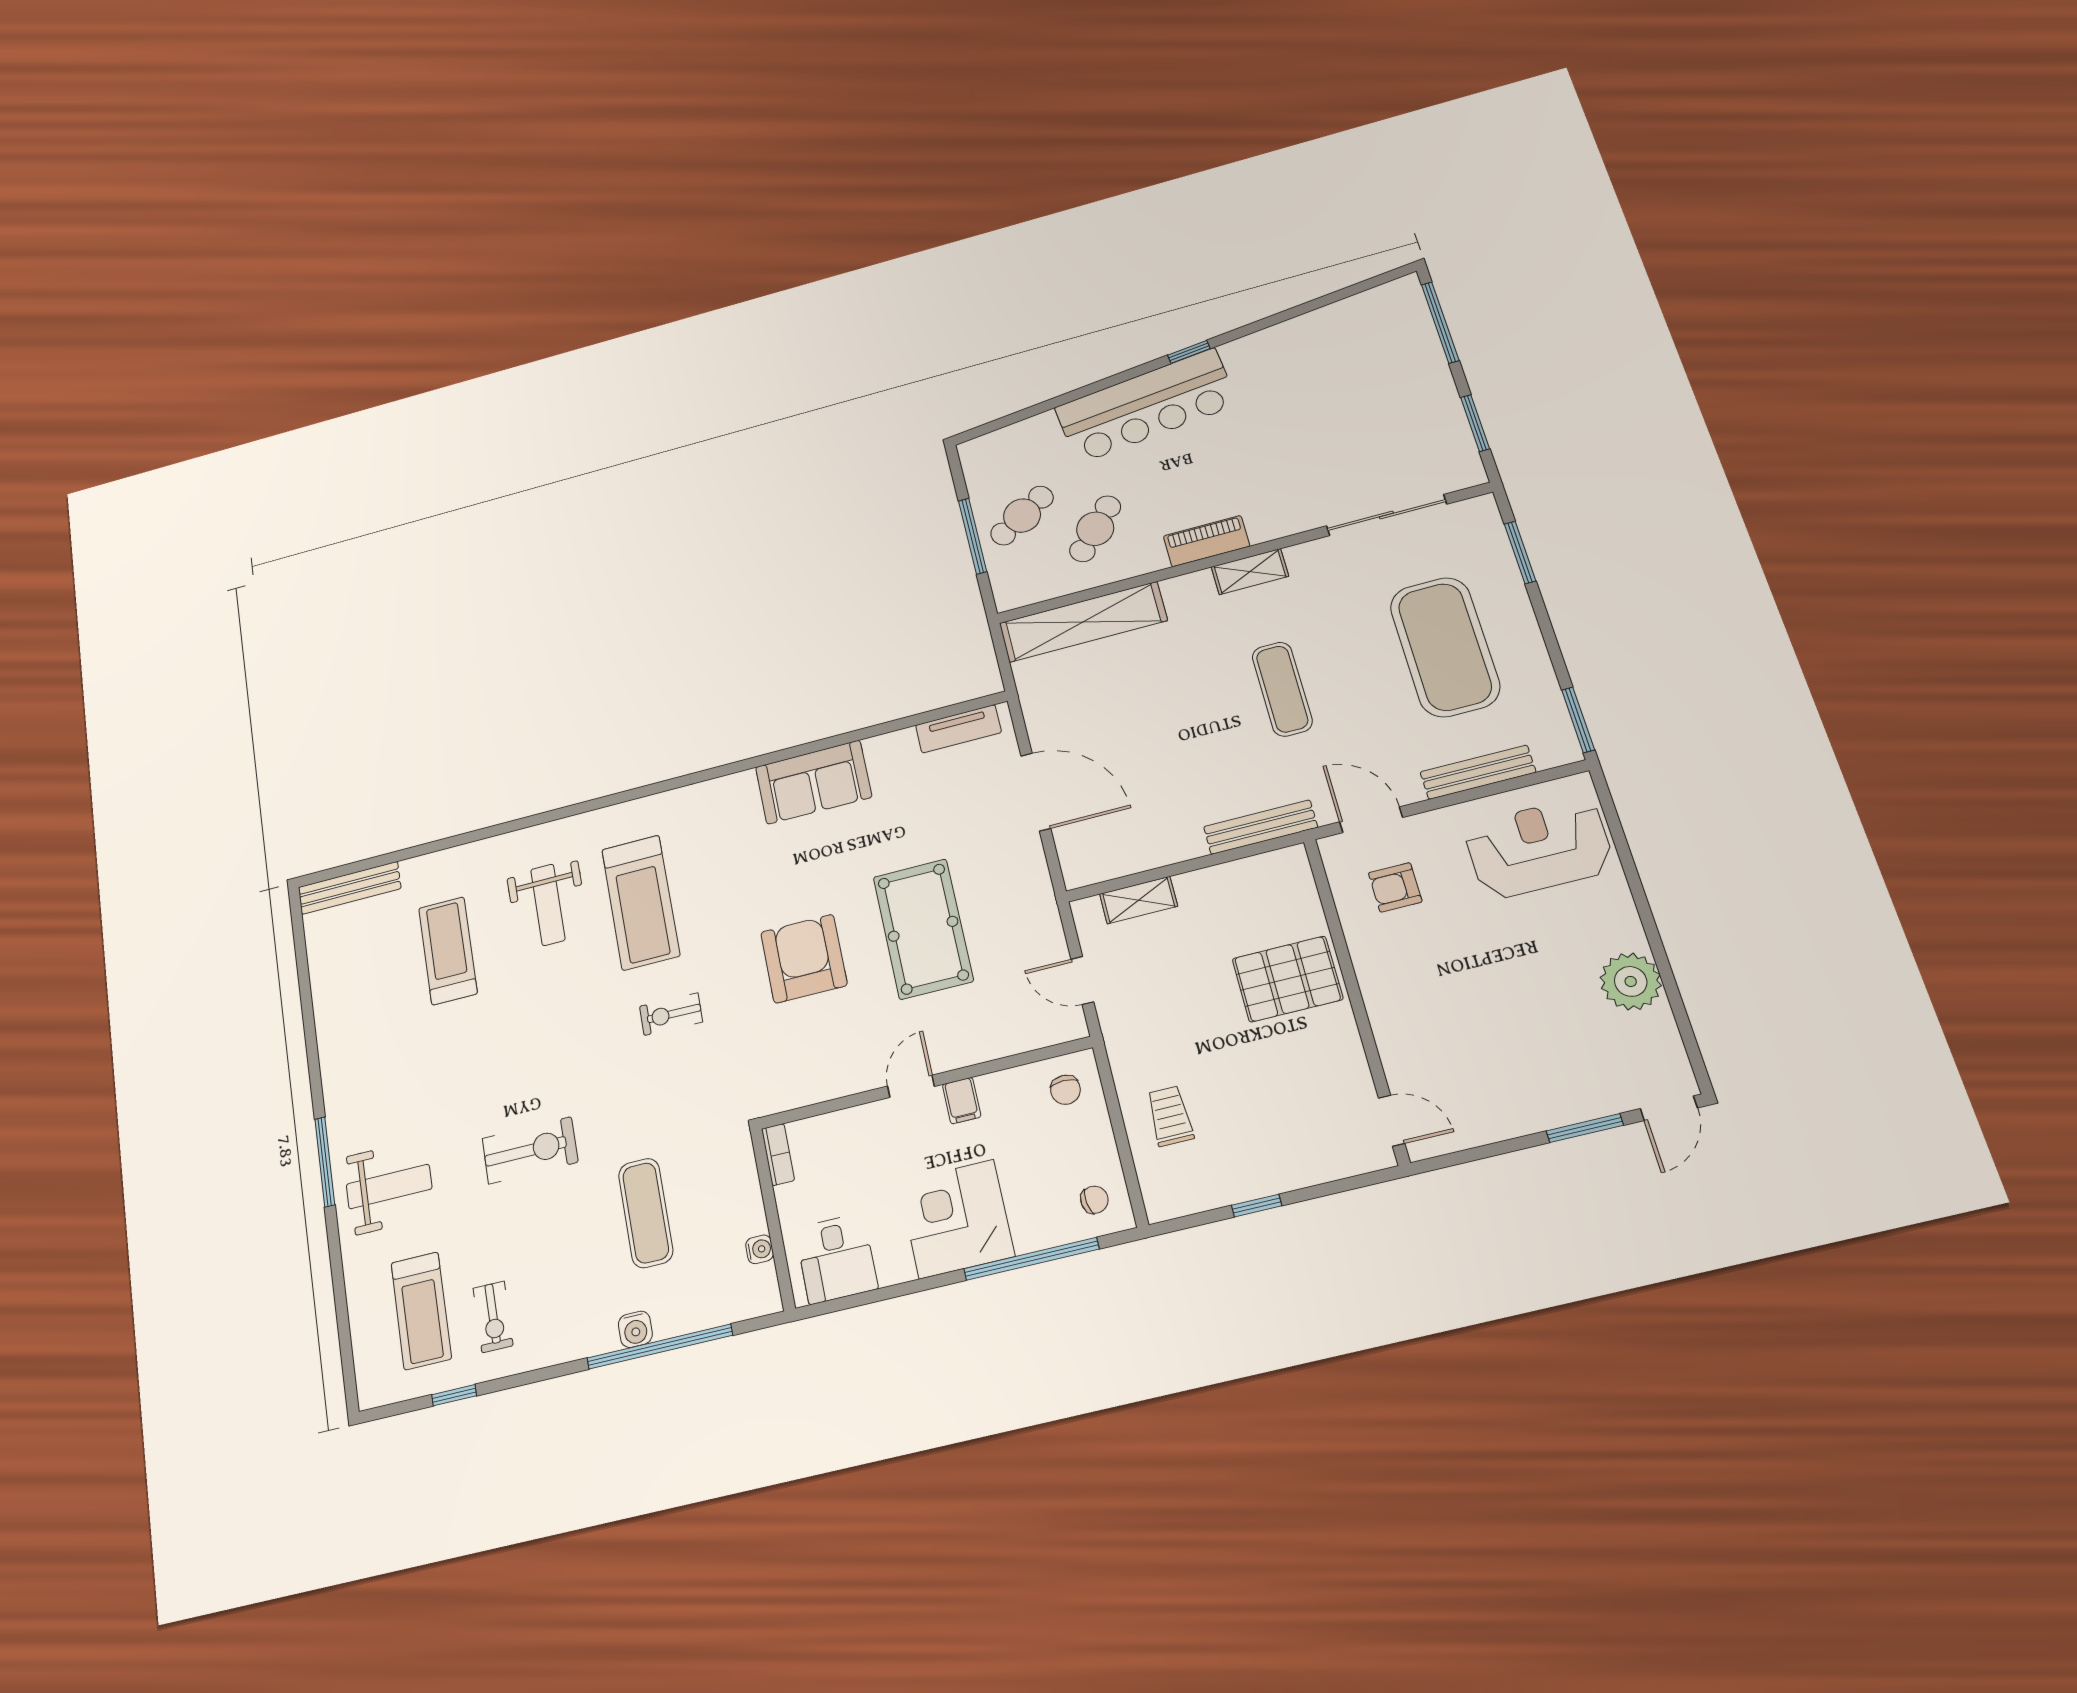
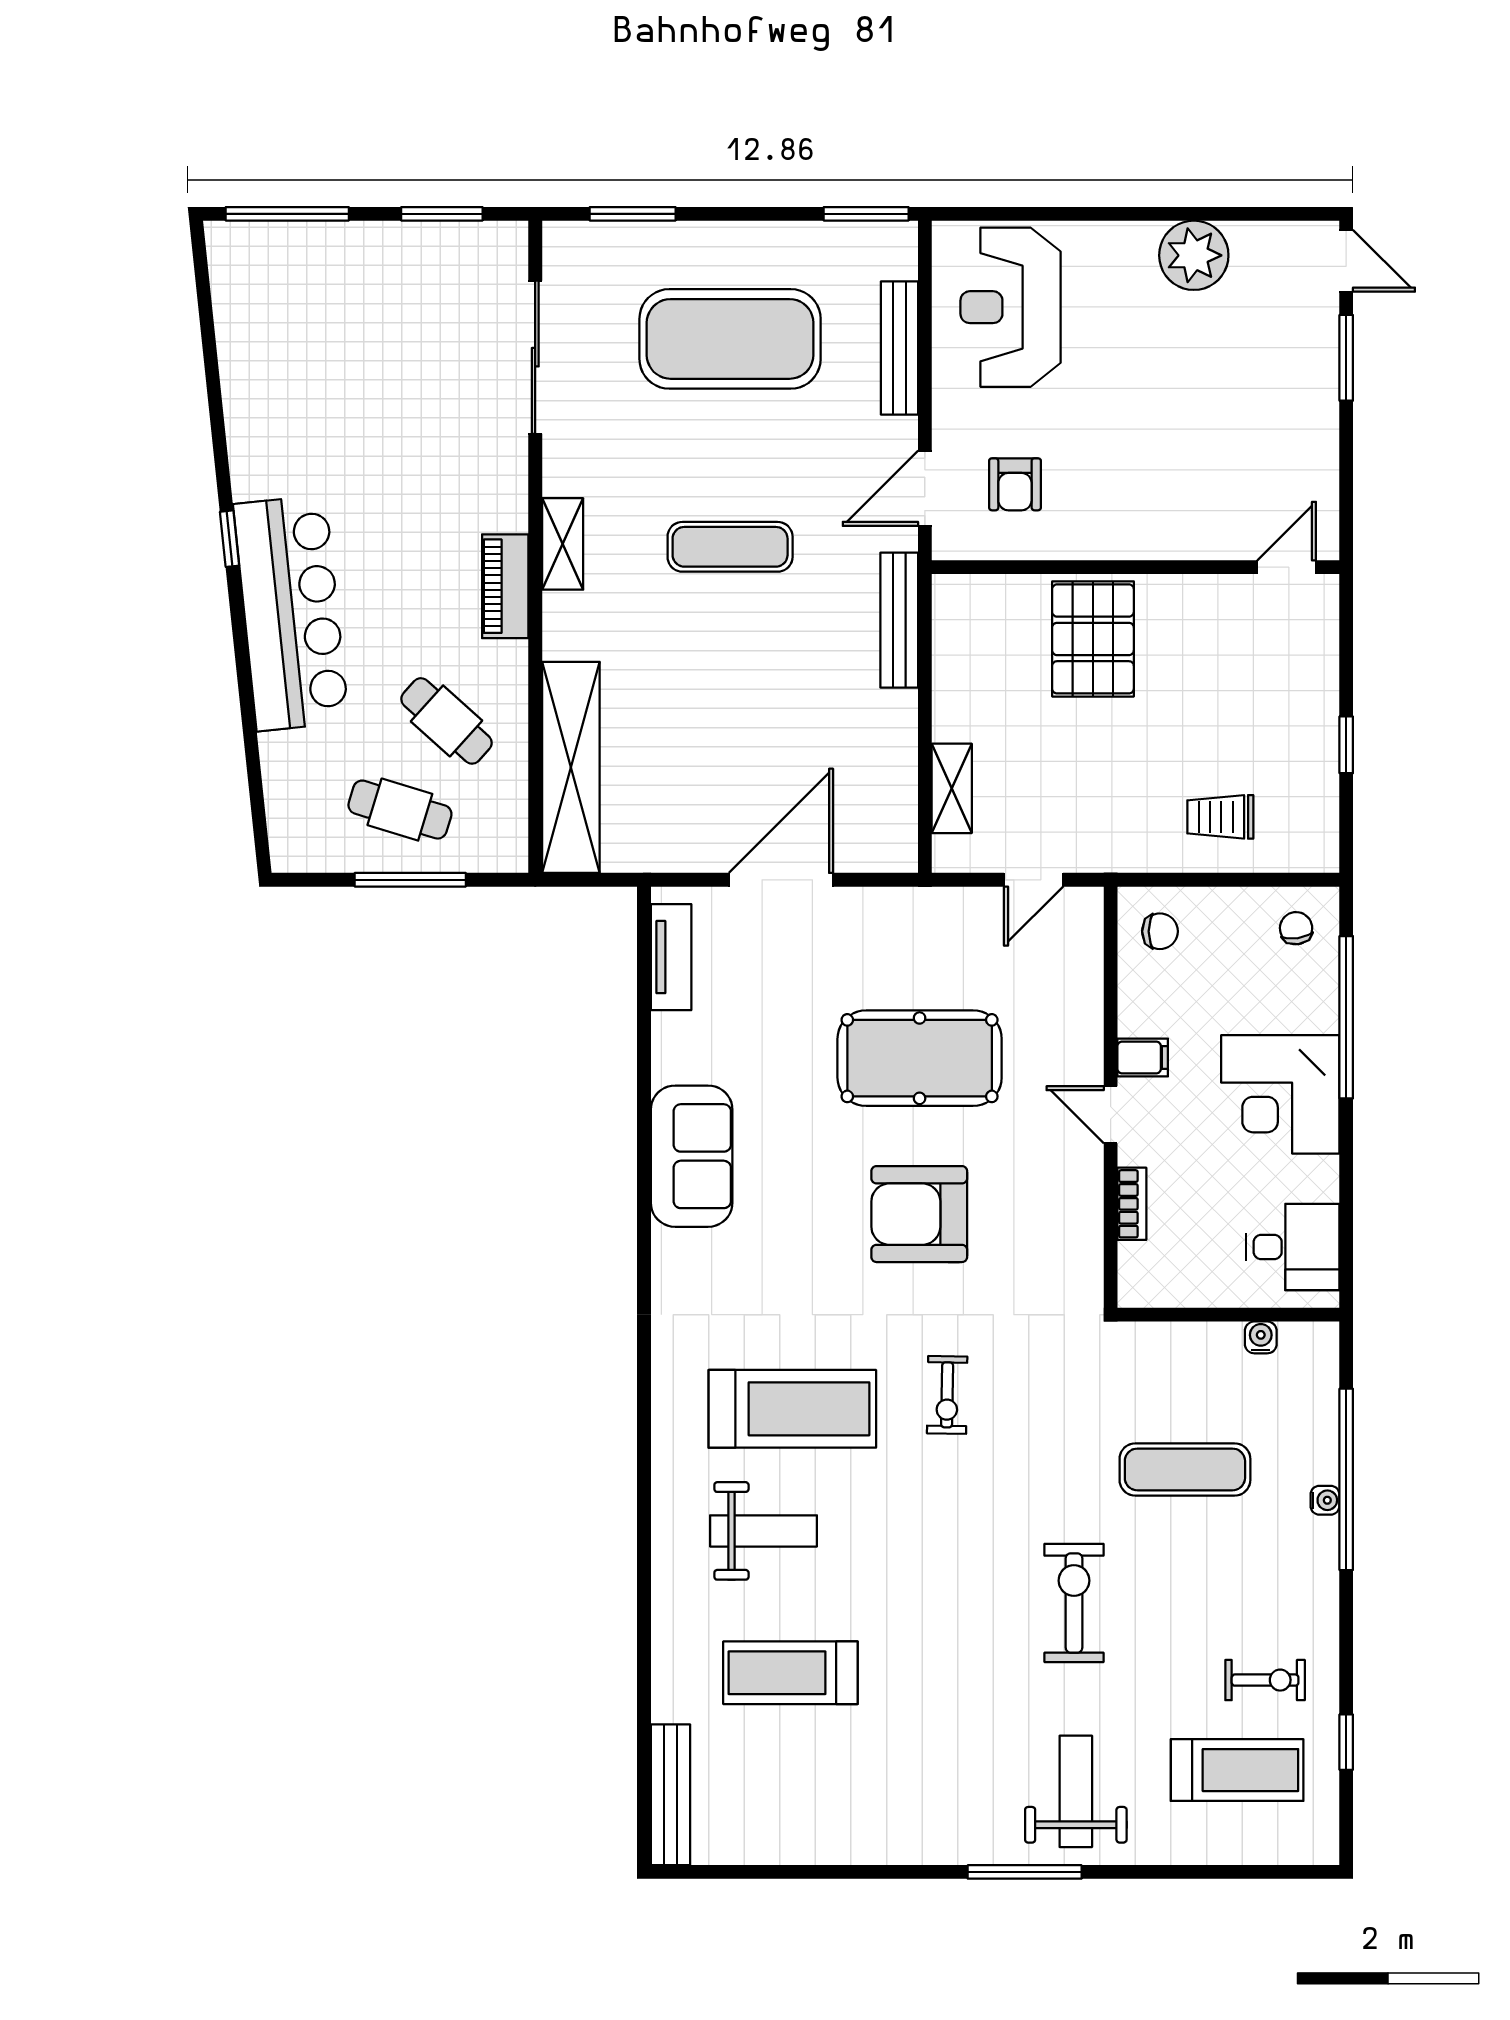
cafe table: (1022, 516) -> (400, 810), turned -41
bookcase: (778, 1155) -> (1132, 1204), moved, turned 90
water cooler: (635, 1329) -> (1325, 1500), width x0.72, depth x0.72

